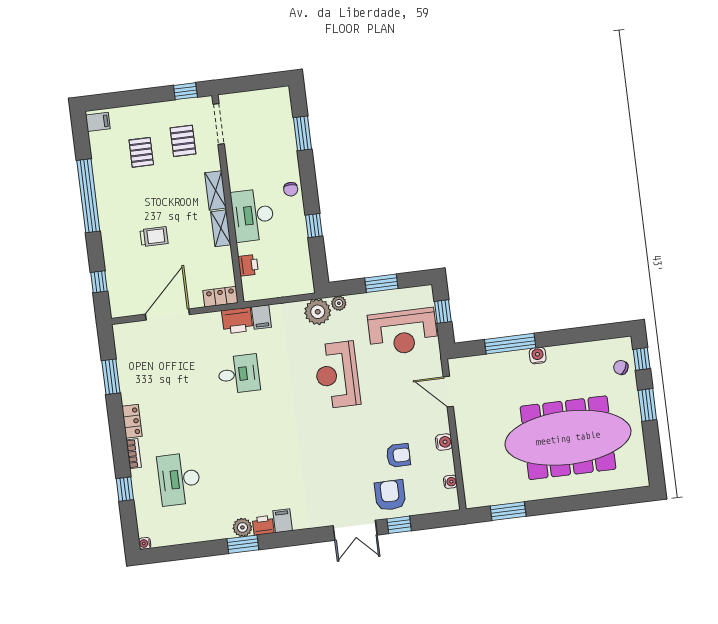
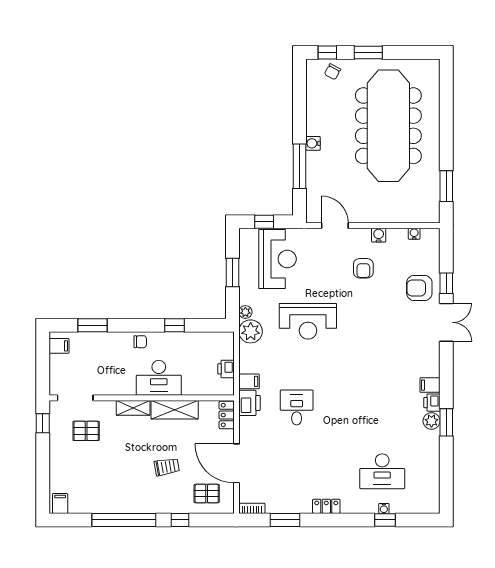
filing cabinet: (275, 99) -> (59, 346), added
pallet: (141, 152) -> (207, 494), moved
shelving: (221, 228) -> (175, 410), width x1.50, depth x1.33
trolley: (154, 237) -> (167, 467), turned 80
printer: (248, 265) -> (226, 369), moved, turned -90
window: (99, 282) -> (180, 520), moved
door: (448, 392) -> (335, 226), swing flipped
bookcase: (134, 454) -> (252, 508), moved
armchair: (398, 455) -> (363, 268), moved, turned 180
water cooler: (145, 543) -> (384, 508), moved

